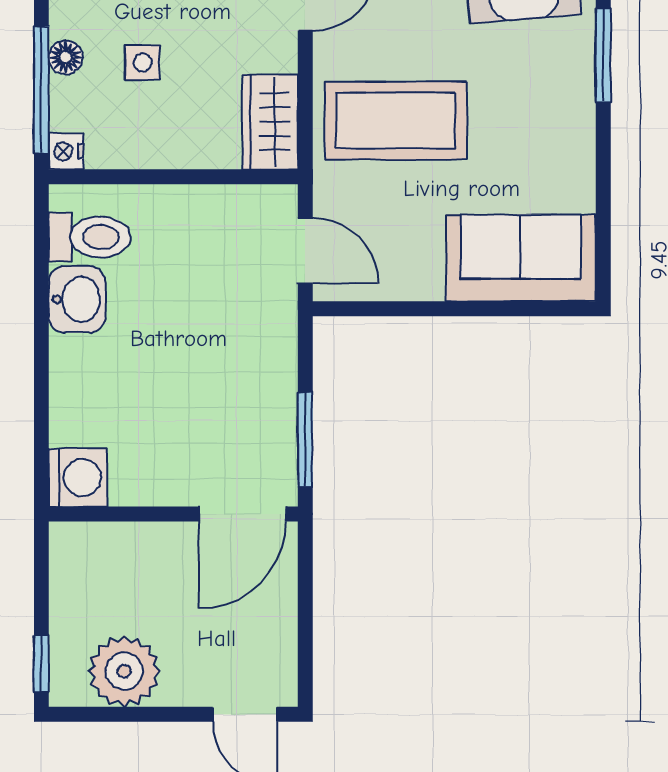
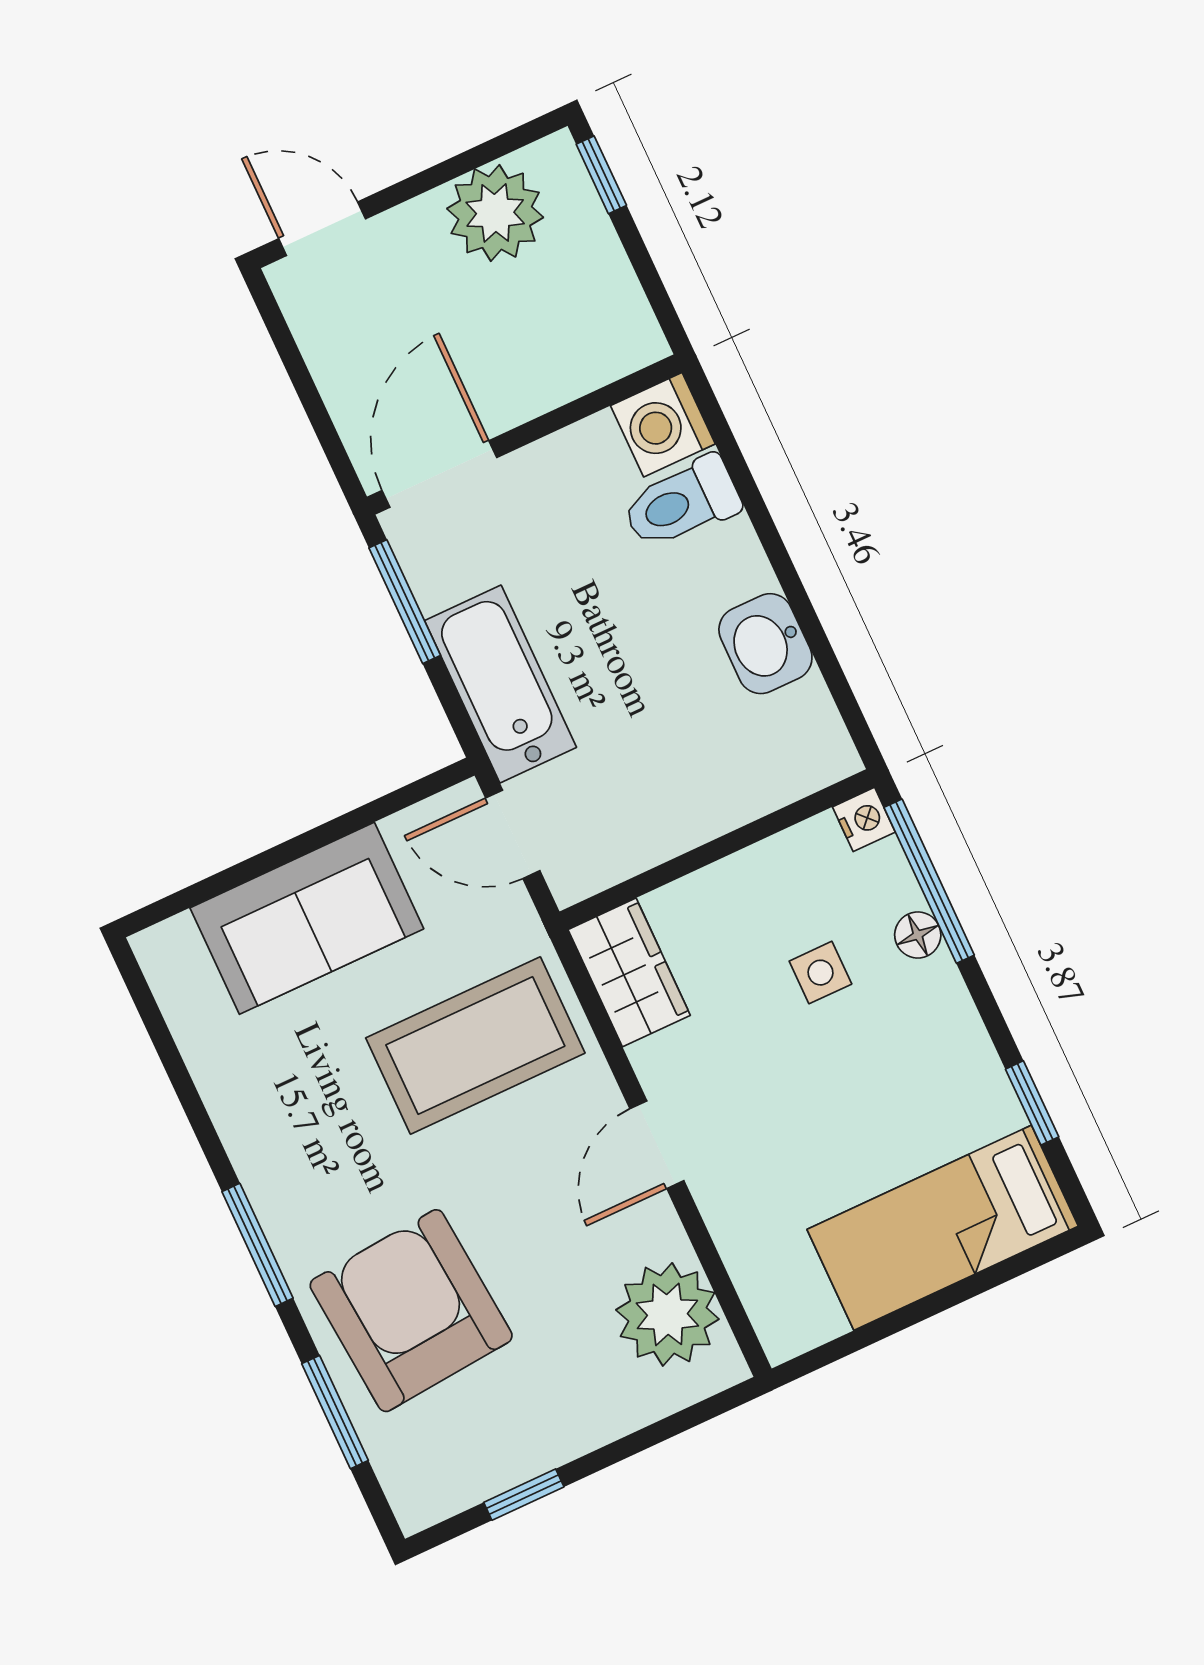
toilet: (90, 237) -> (681, 503), moved
sofa: (521, 258) -> (307, 918), moved
bathtub: (267, 355) -> (501, 684), added

